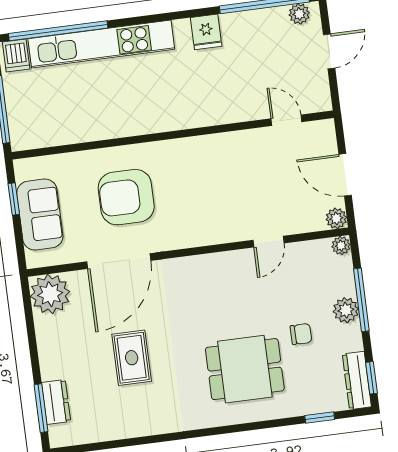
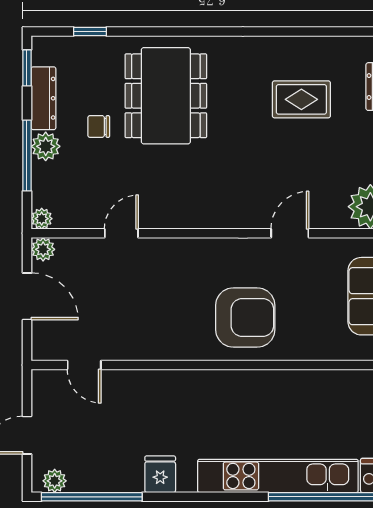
armchair: (126, 197) -> (245, 318), moved
door: (119, 261) -> (290, 233), width x0.53
rug: (132, 358) -> (301, 99), moved, turned 90
dining table: (245, 369) -> (166, 96), width x1.38
dresser: (357, 380) -> (44, 98), moved

